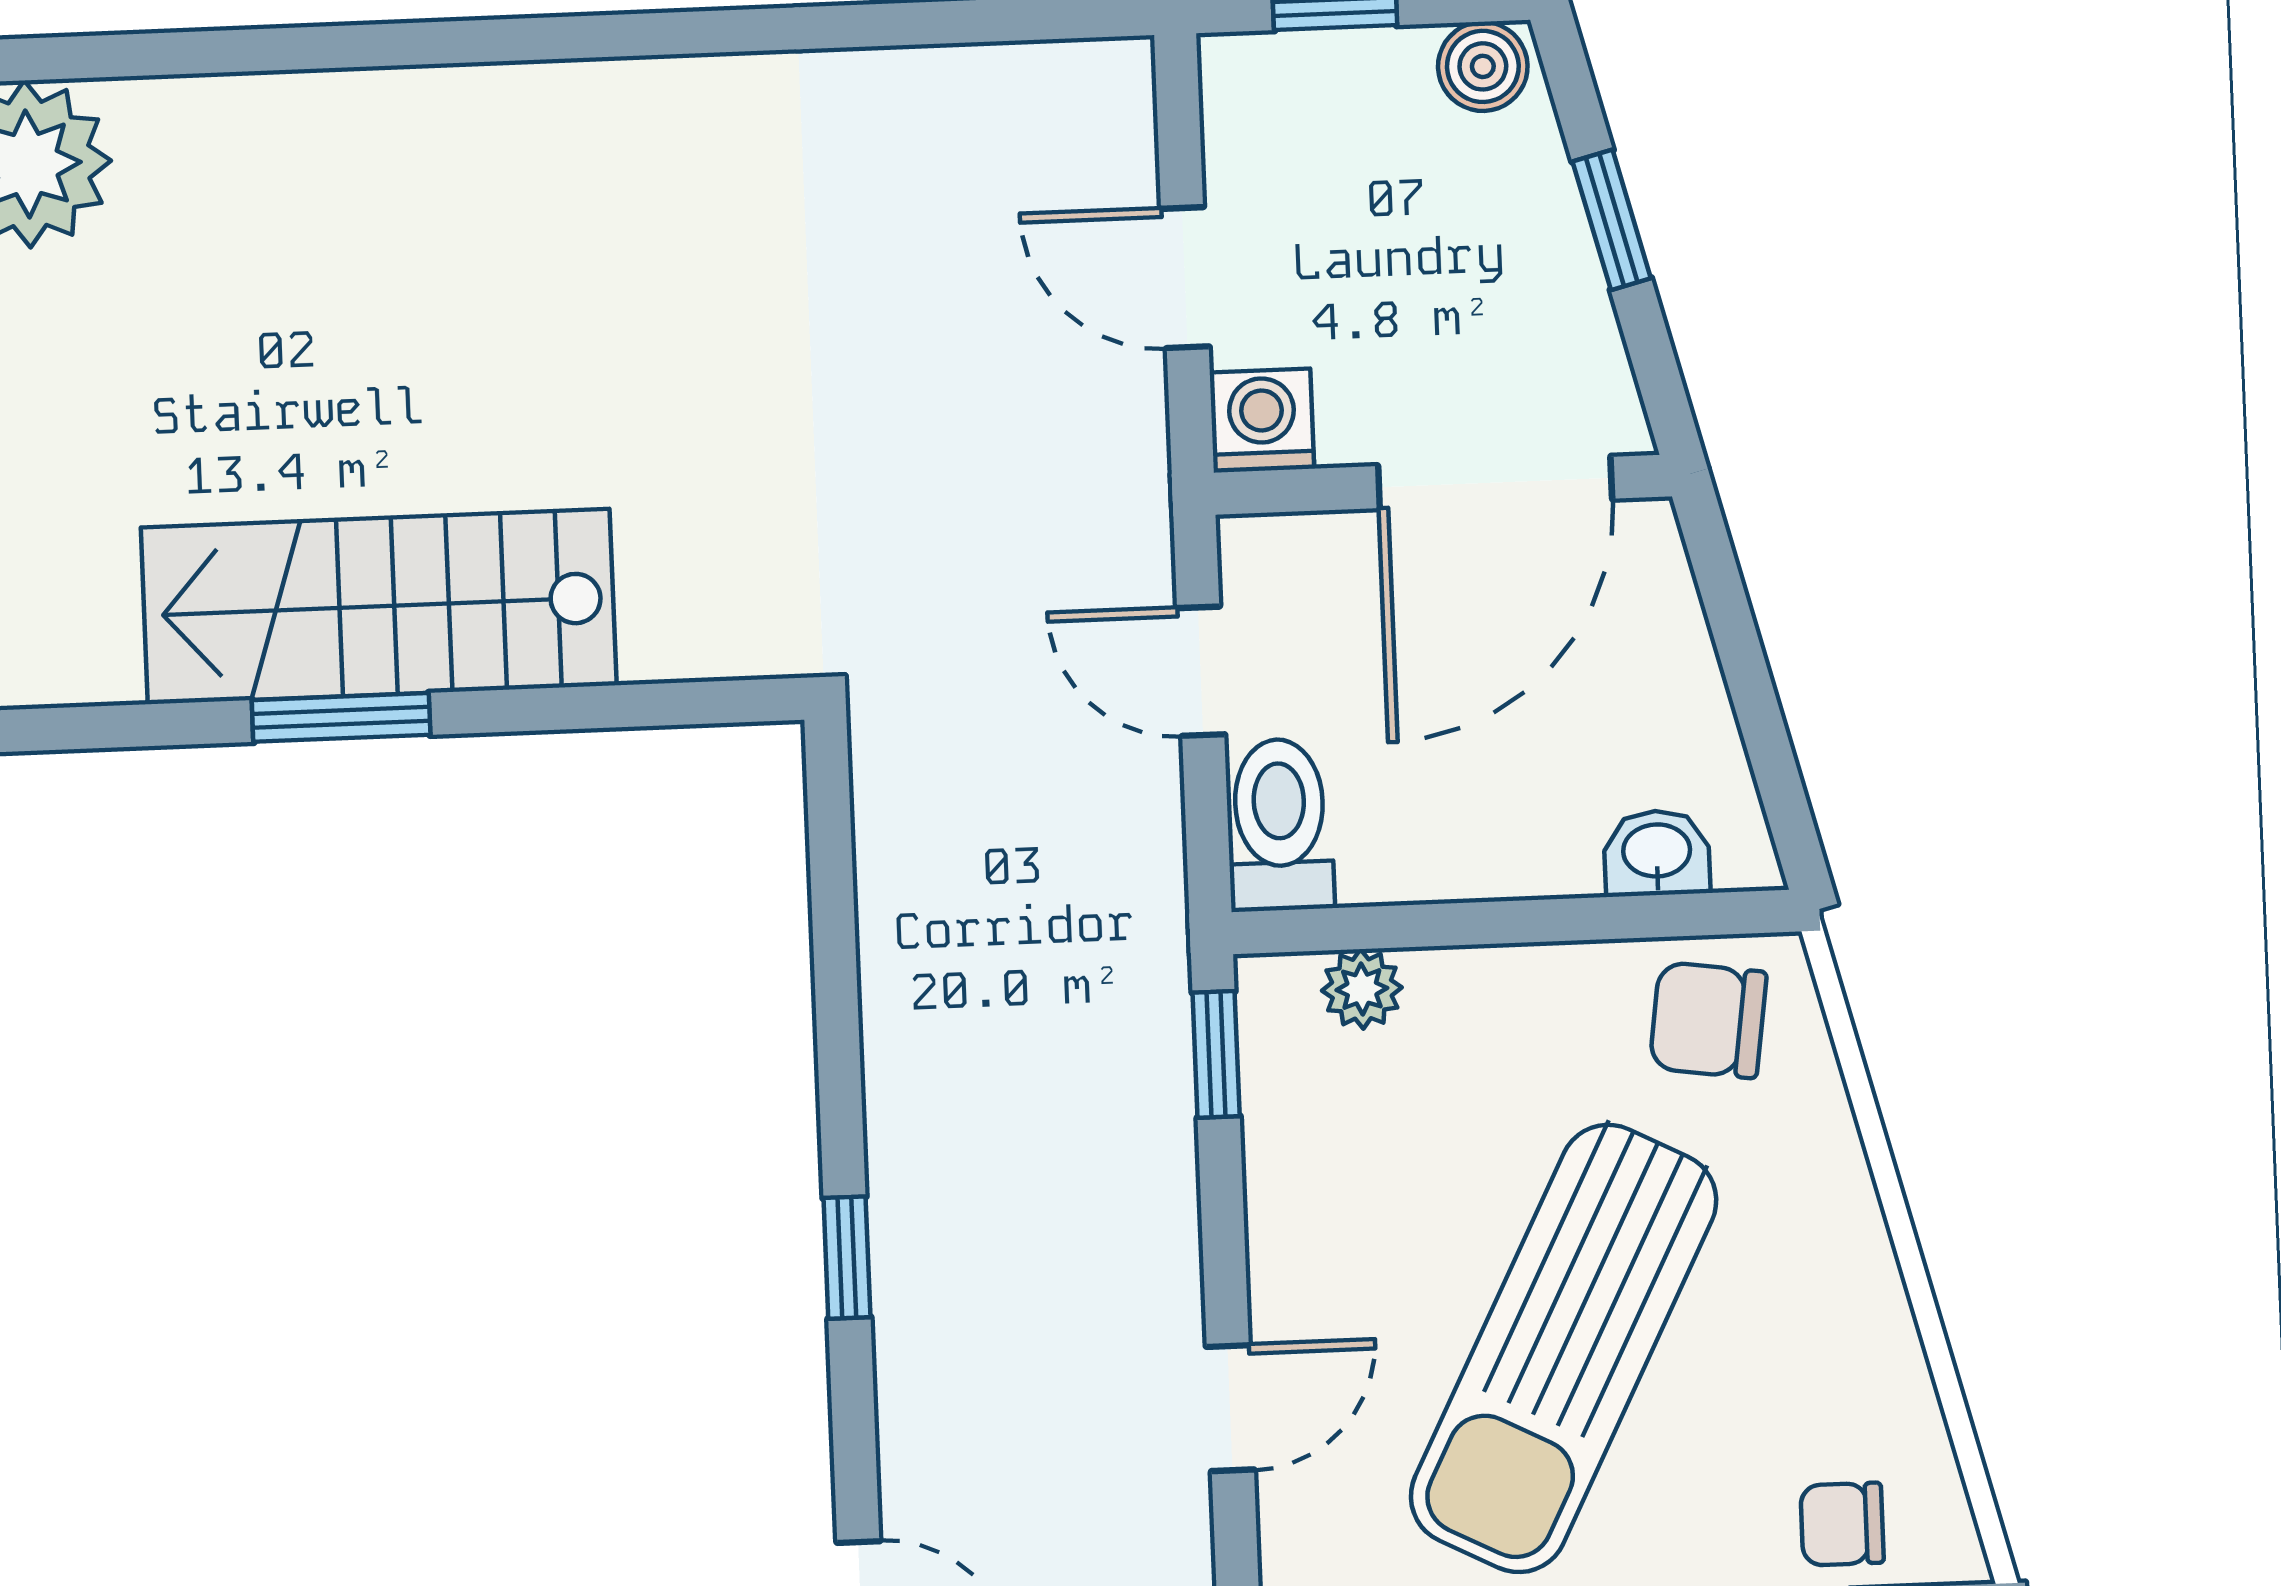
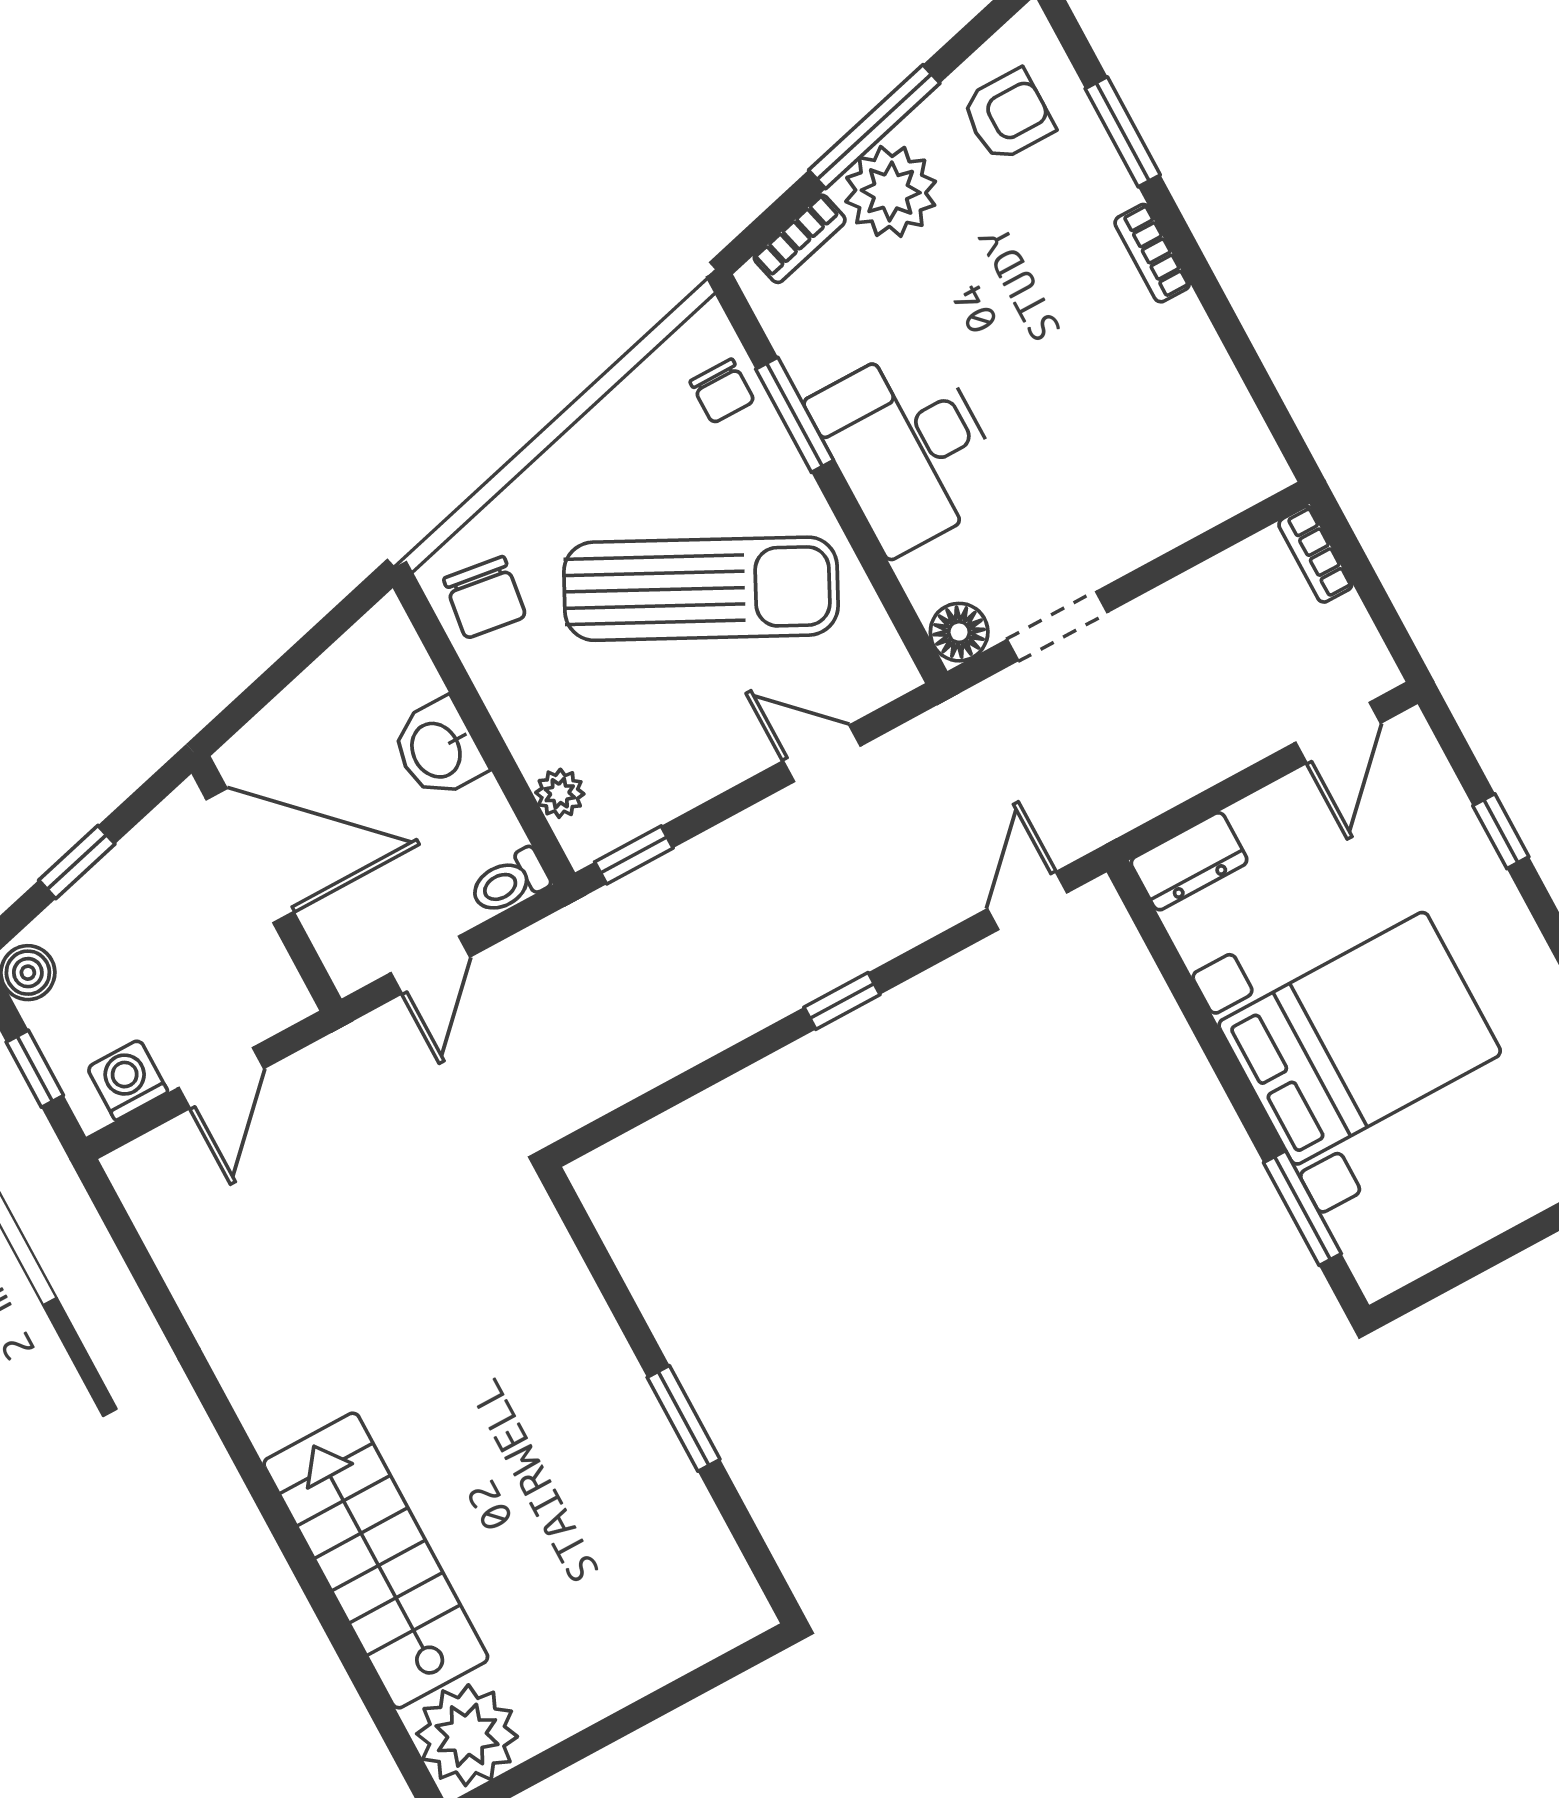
washing machine: (1262, 421) -> (128, 1080), moved, turned 90
stairs: (379, 606) -> (376, 1561), moved, turned 180
toilet: (1280, 825) -> (509, 882), width x0.73, depth x0.72
washbasin: (1657, 853) -> (438, 749), moved, width x1.38, depth x1.45

